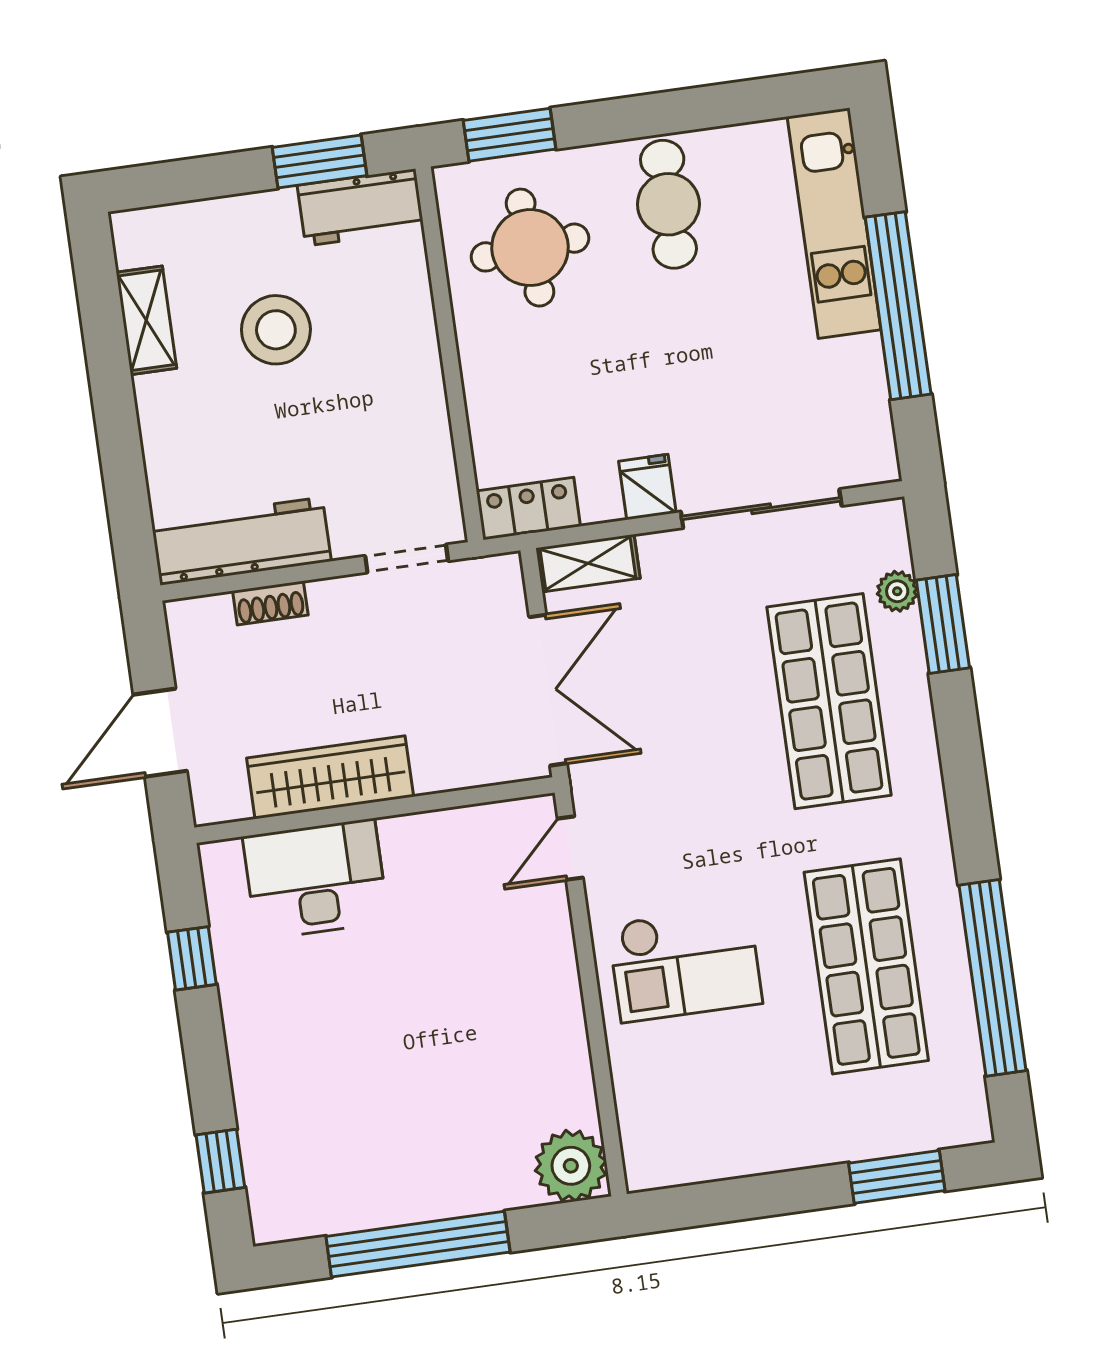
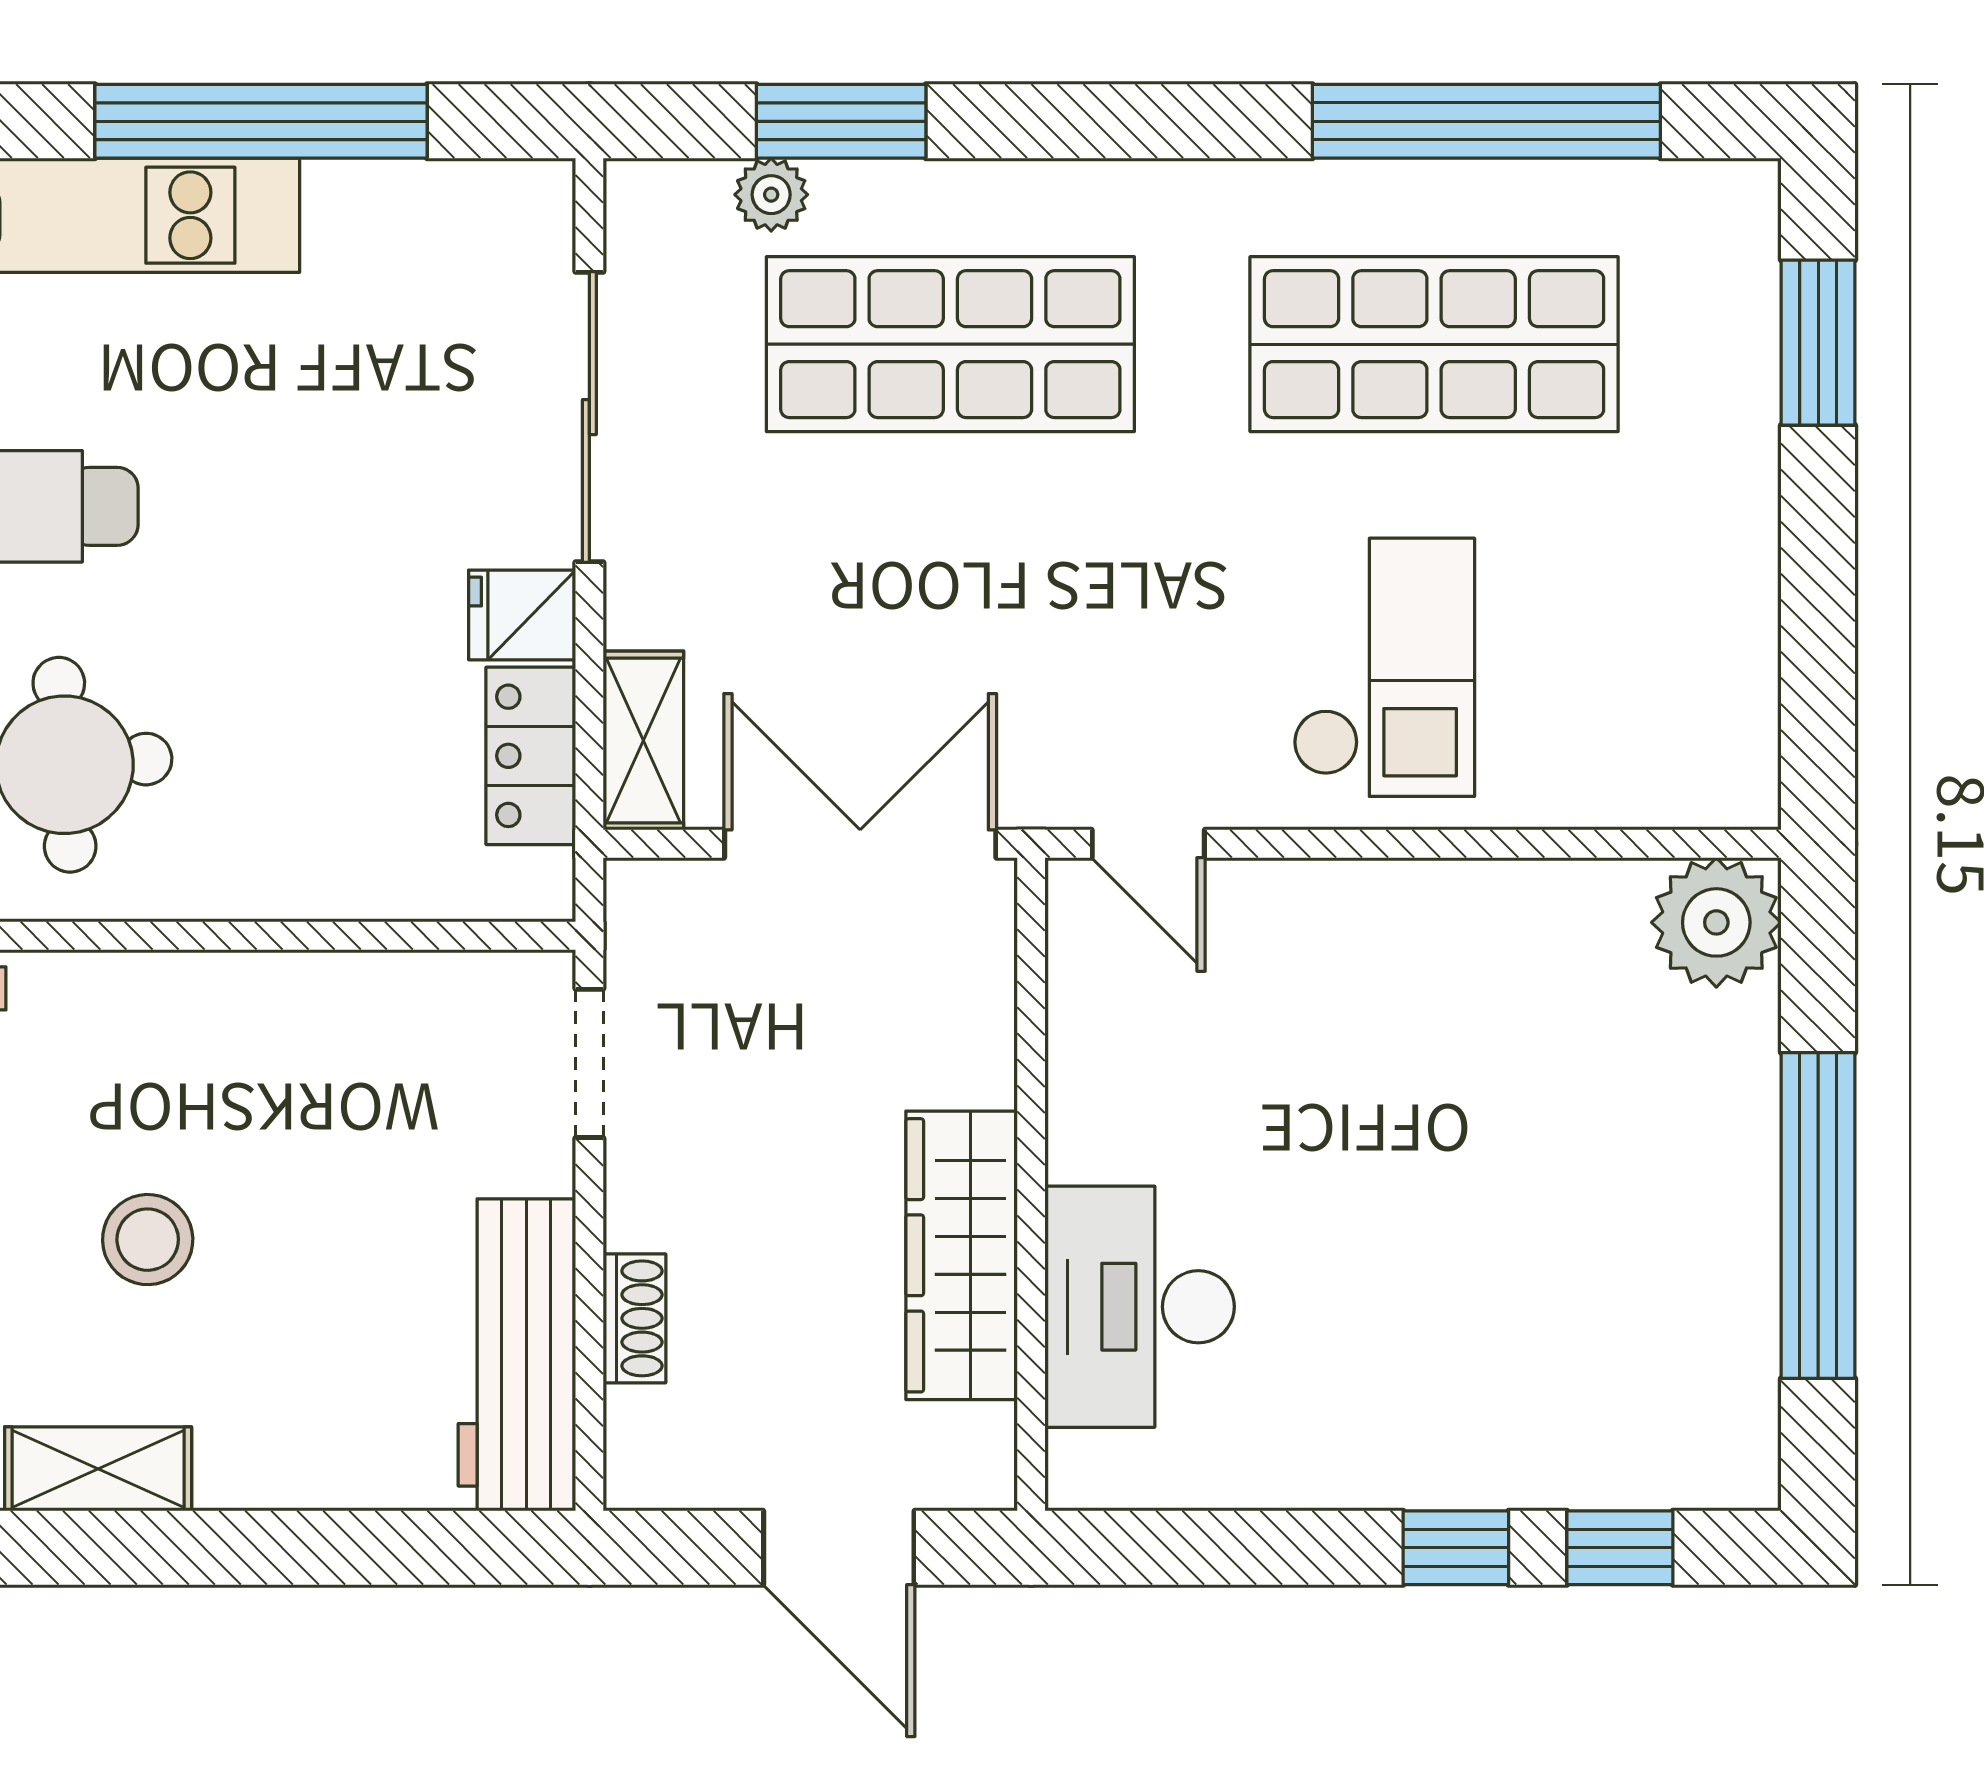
stool: (276, 330) -> (148, 1240), width x0.73, depth x0.73
locker: (528, 509) -> (531, 756), moved
window: (192, 958) -> (1456, 1548), moved

